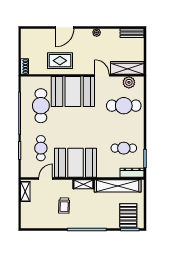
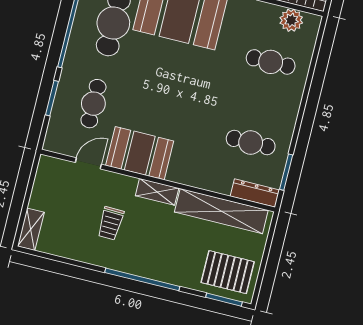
cafe table: (124, 106) -> (271, 62), width x0.73, depth x0.74
booth: (76, 163) -> (140, 153), width x0.73, depth x0.70
shelving: (25, 191) -> (31, 229), moved
pallet: (128, 215) -> (228, 272), turned 90

